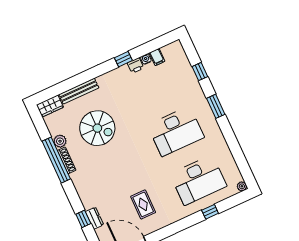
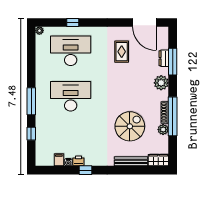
window: (216, 106) -> (31, 101), width x1.44
spiral stairs: (97, 128) -> (130, 126), turned 90
plant: (85, 190) -> (161, 83), added
window: (83, 219) -> (173, 62), width x2.17

